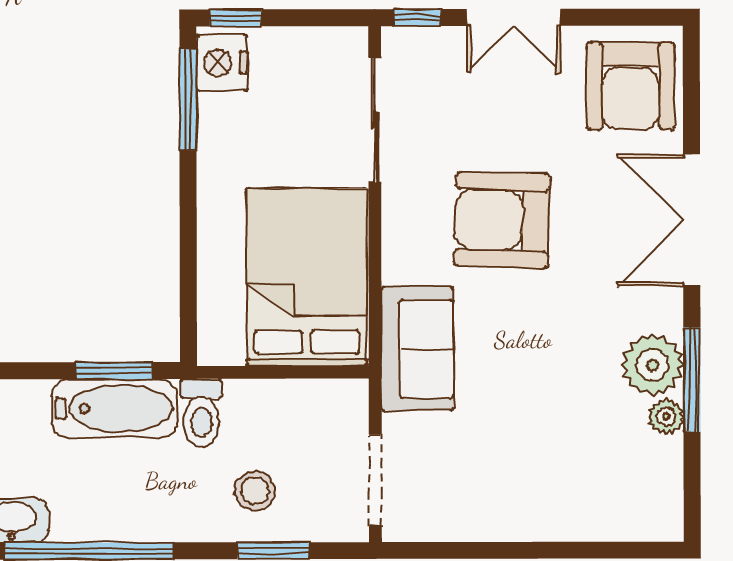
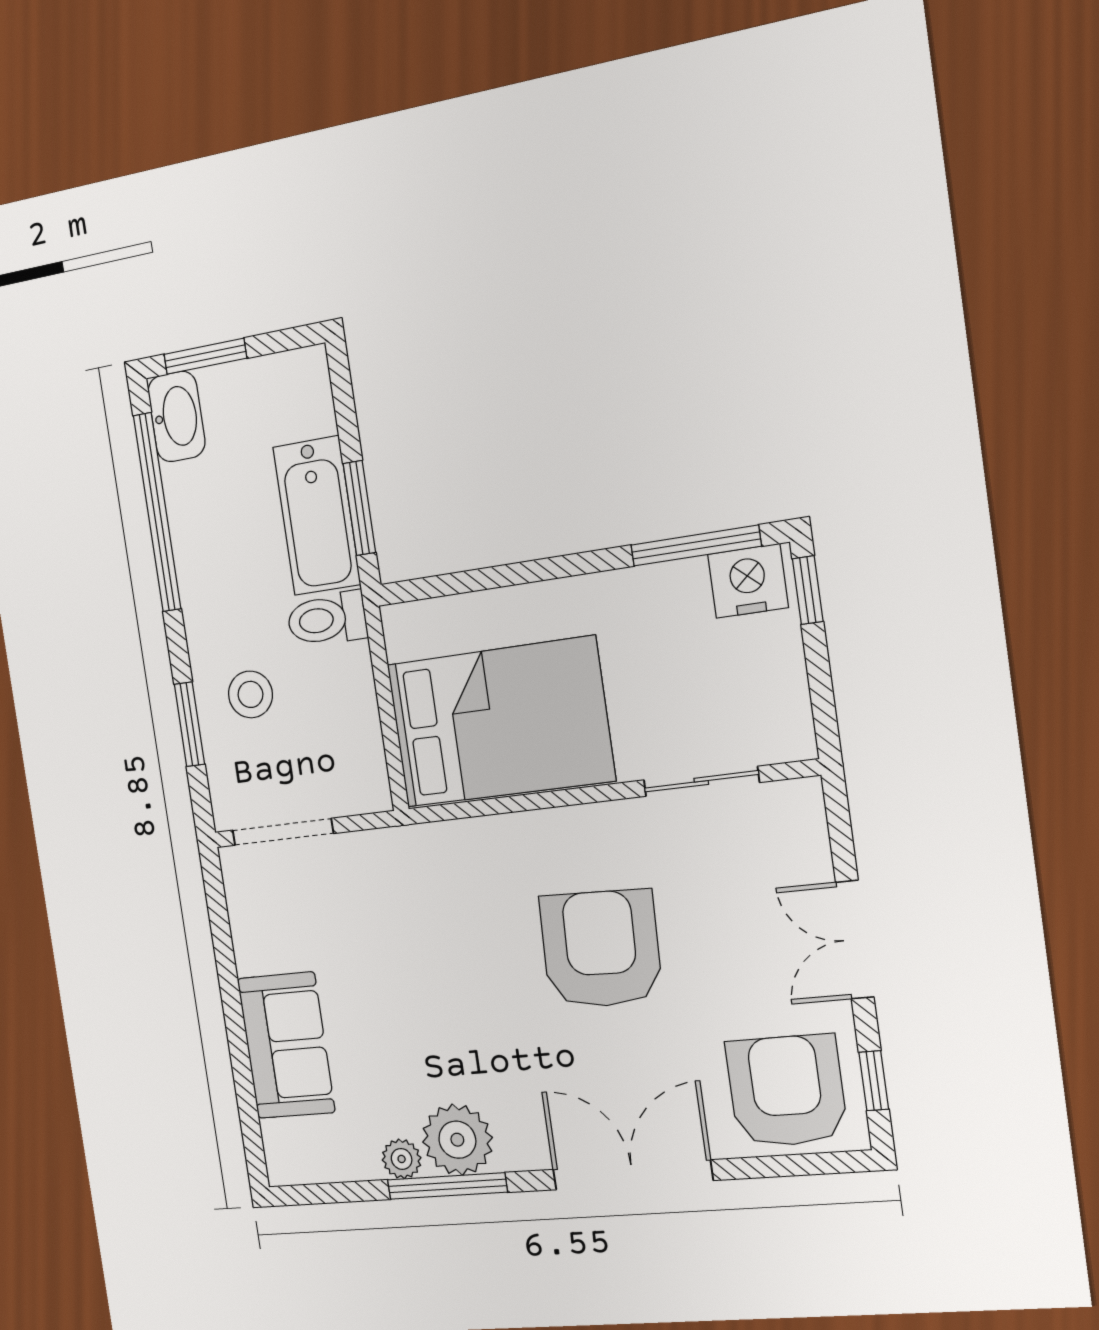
window: (417, 18) -> (874, 1081), moved
armchair: (631, 86) -> (786, 1091), turned 90
sliding door: (375, 120) -> (701, 781), width x0.73
sofa: (417, 349) -> (286, 1045), moved, turned -90

